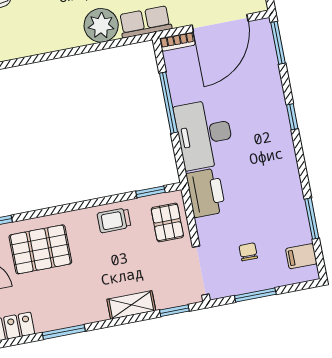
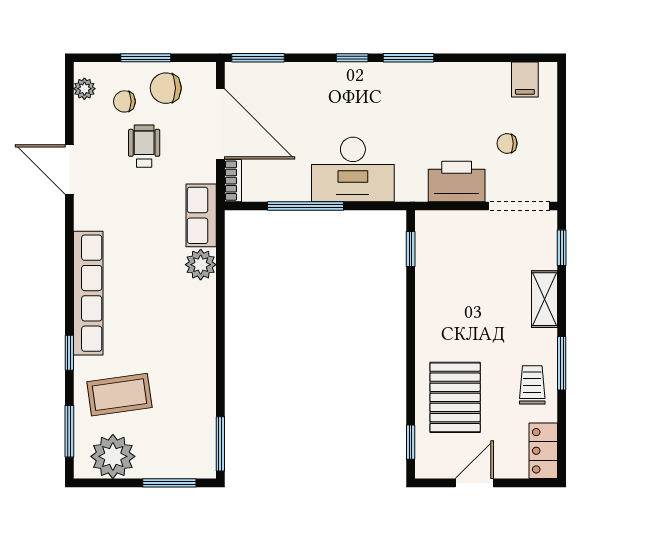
plant: (101, 25) -> (201, 265), width x0.73, depth x0.73
printer: (206, 193) -> (457, 181), moved
window: (312, 219) -> (408, 58), moved
trolley: (114, 220) -> (532, 385), moved, turned 180
pallet: (167, 222) -> (452, 236), removed
window: (255, 295) -> (562, 145), removed
window: (64, 332) -> (562, 363), moved

